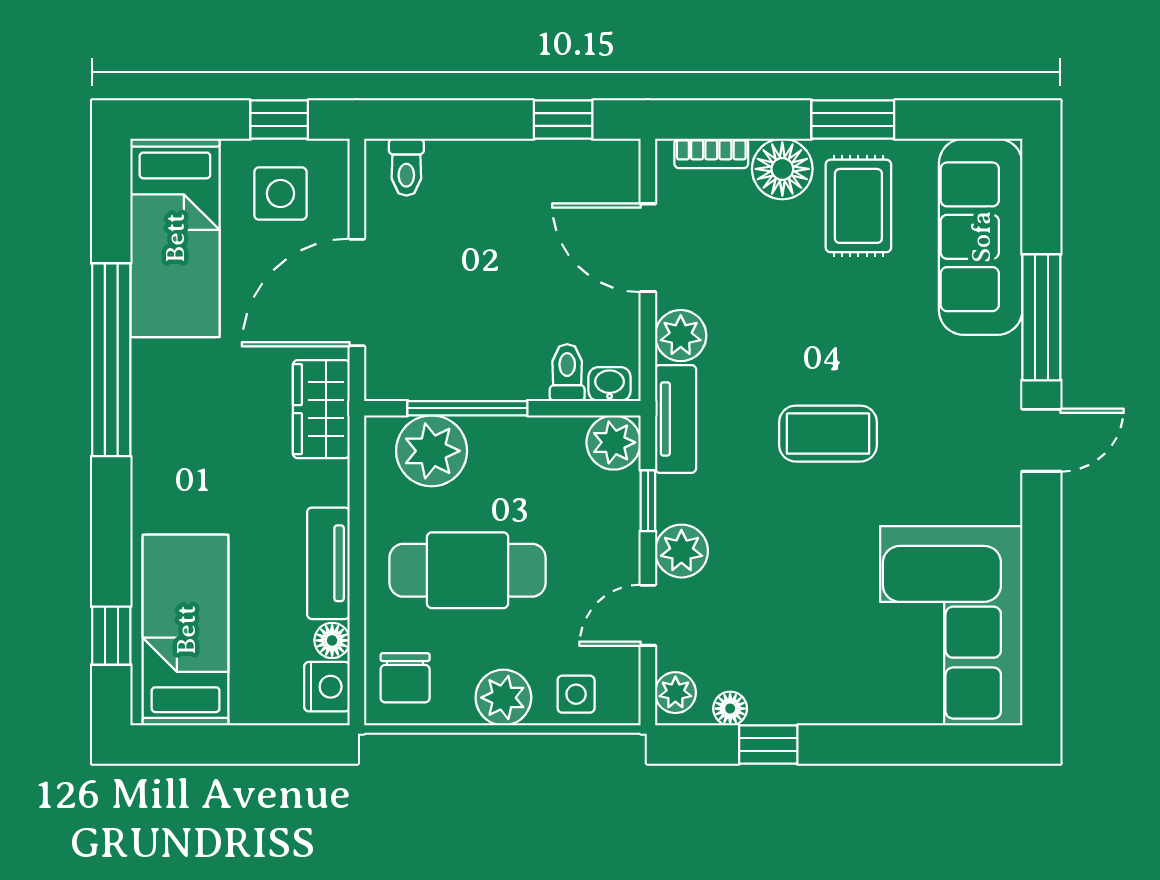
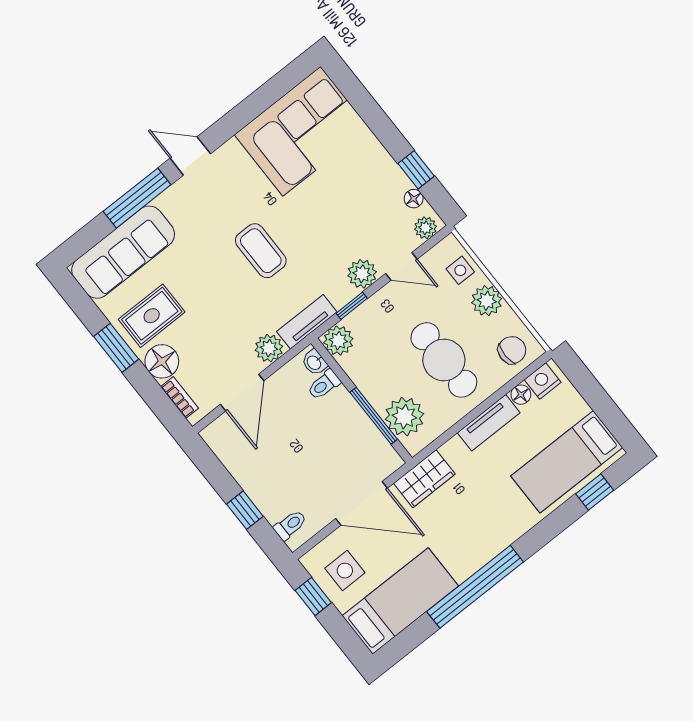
window: (563, 120) -> (245, 510), moved

